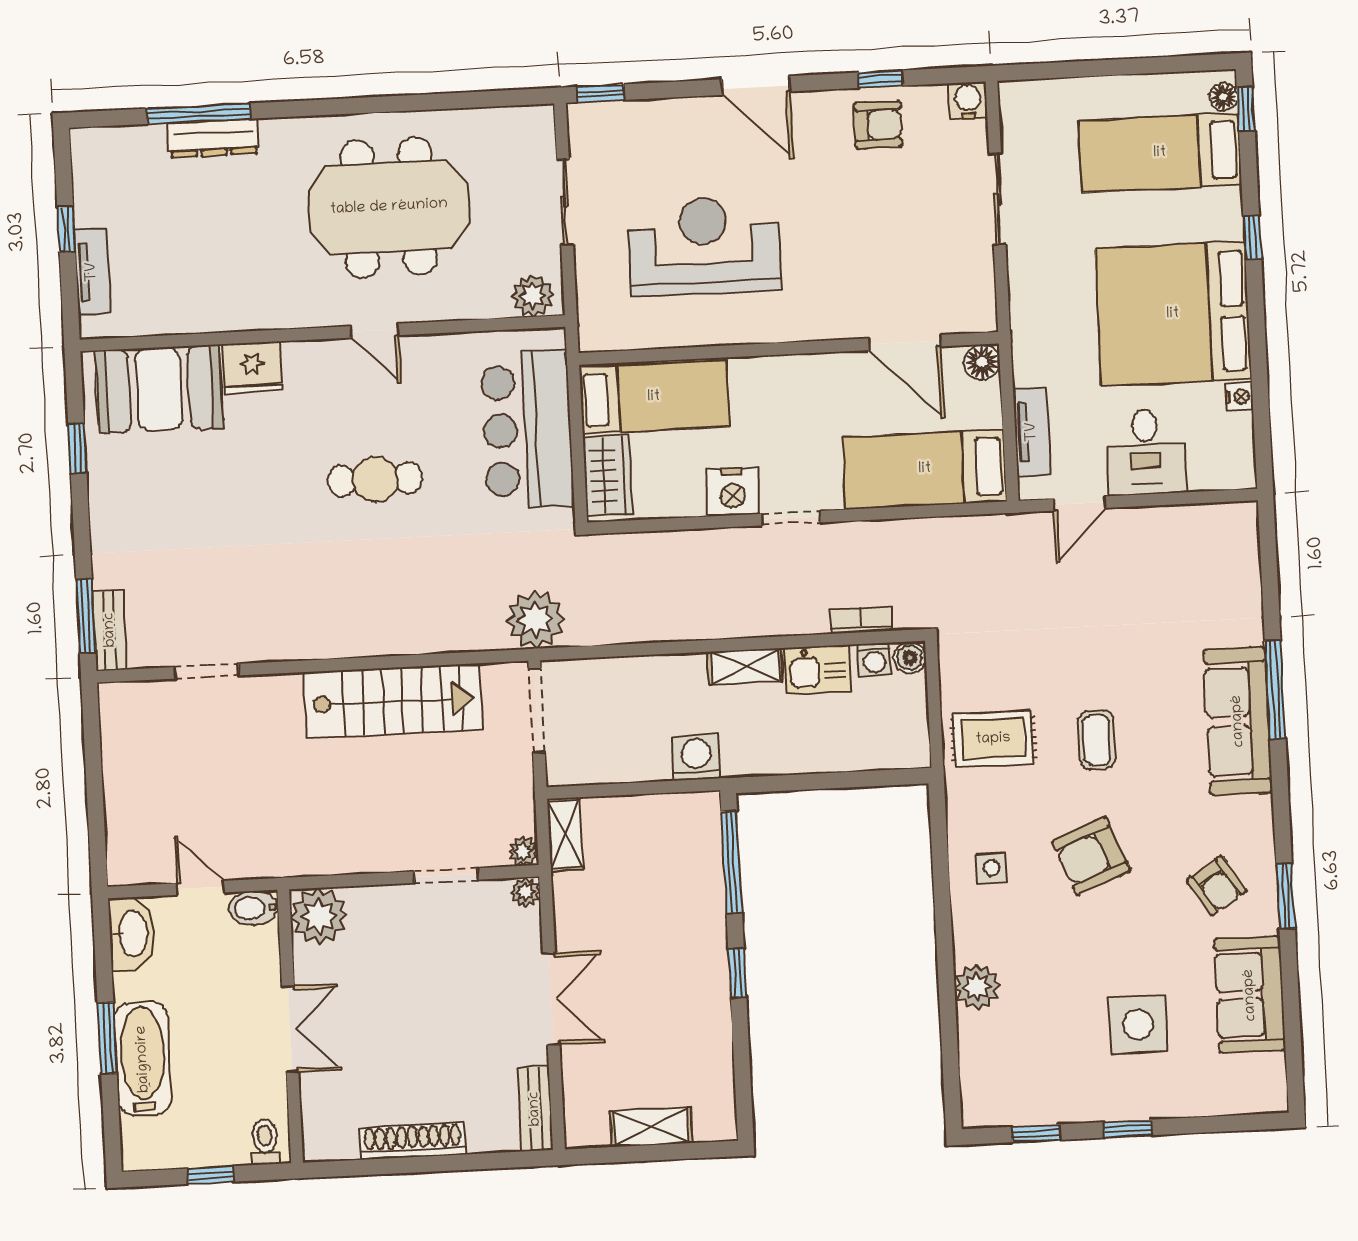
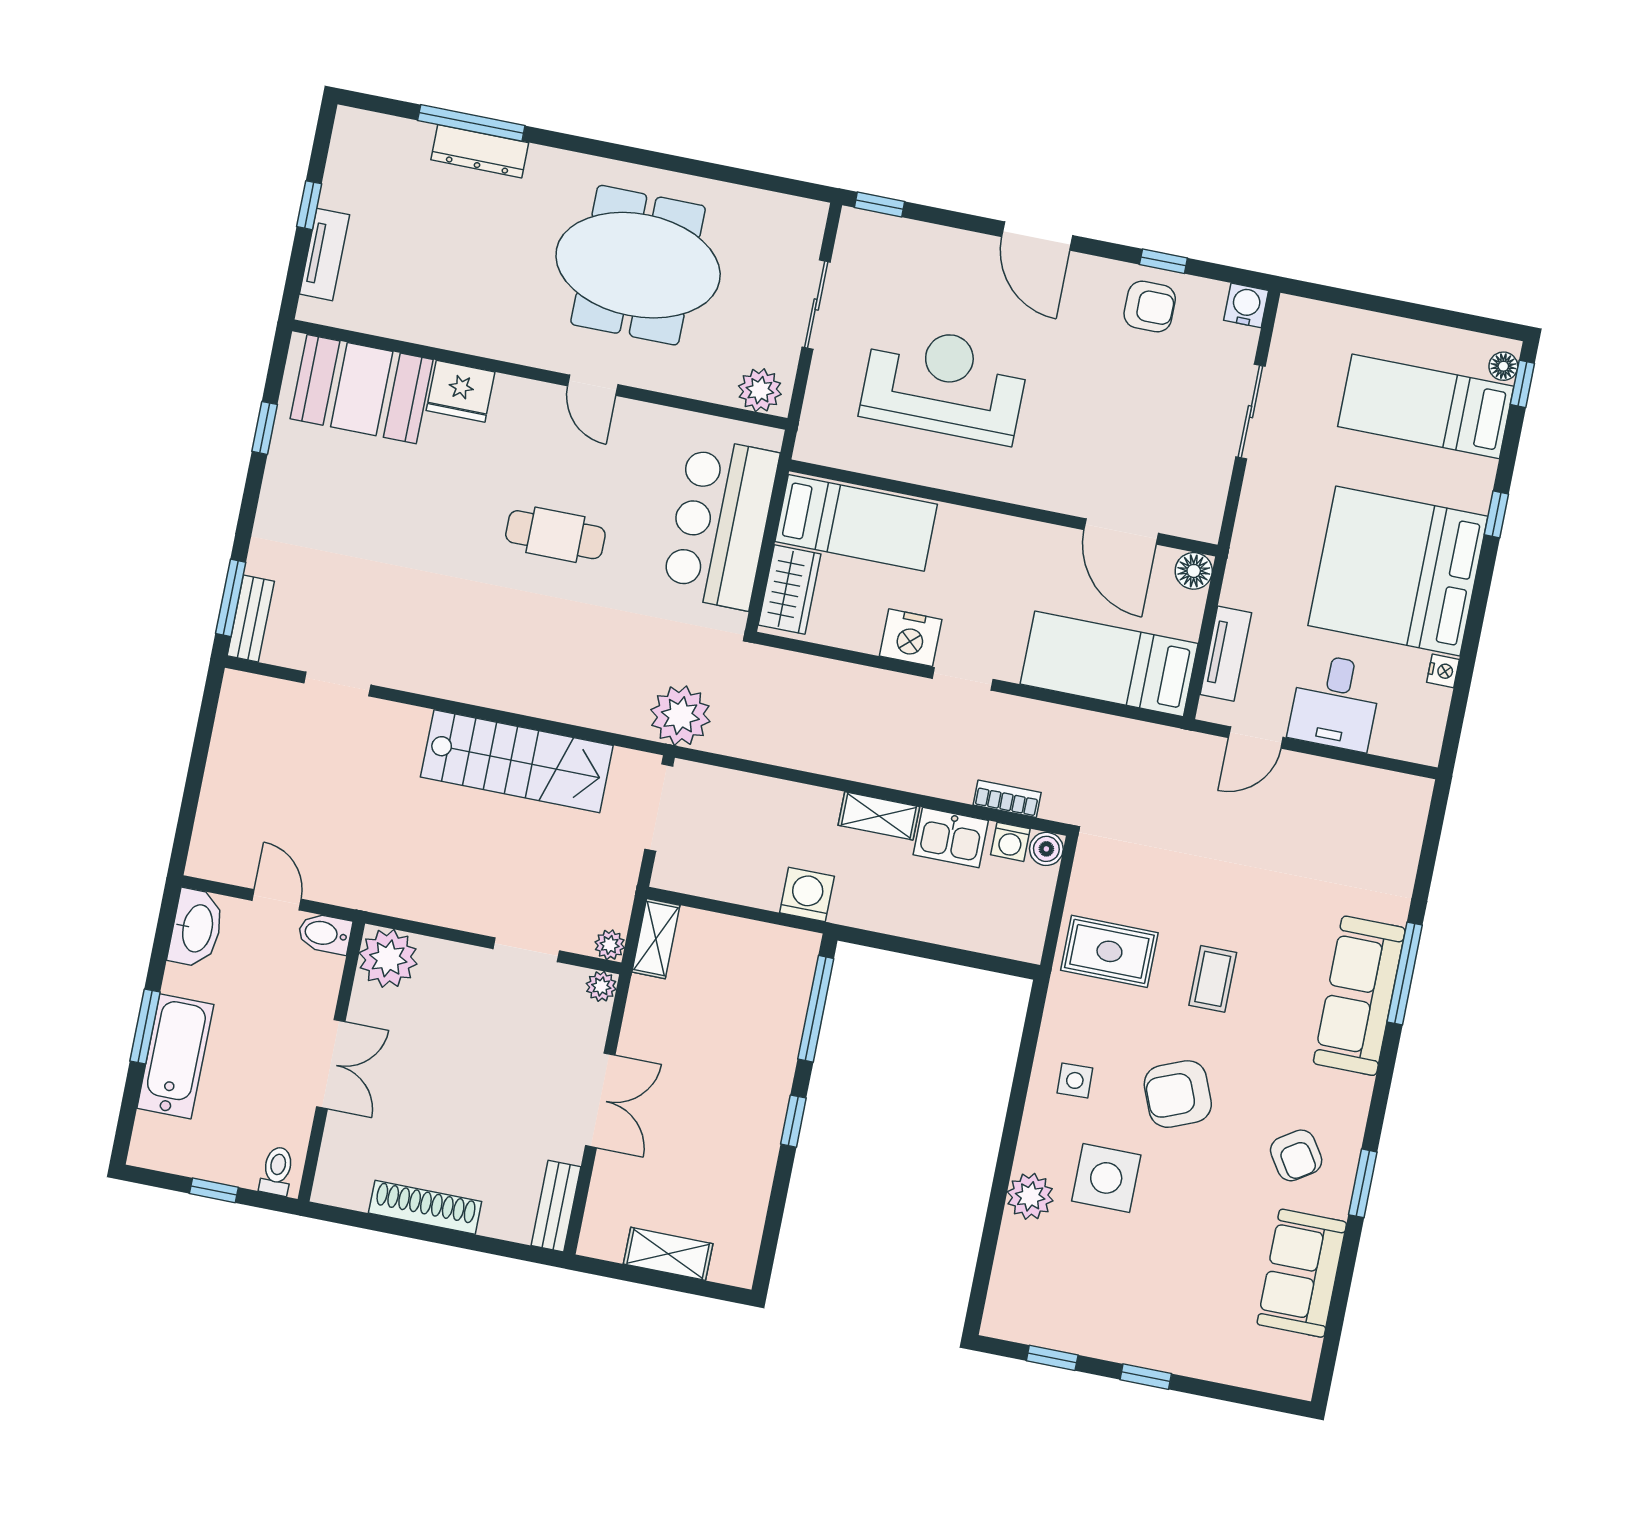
side table: (1138, 1025) -> (1106, 1178), moved

